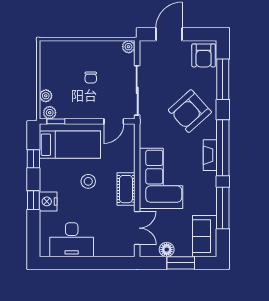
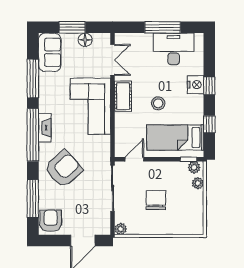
chair: (91, 77) -> (156, 200), width x1.87, depth x1.87
double door: (137, 228) -> (113, 60), swing flipped
window: (84, 263) -> (163, 27), added

